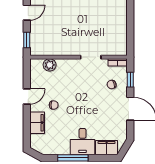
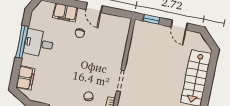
plant: (50, 65) -> (121, 37), removed
desk: (83, 142) -> (39, 43), moved

